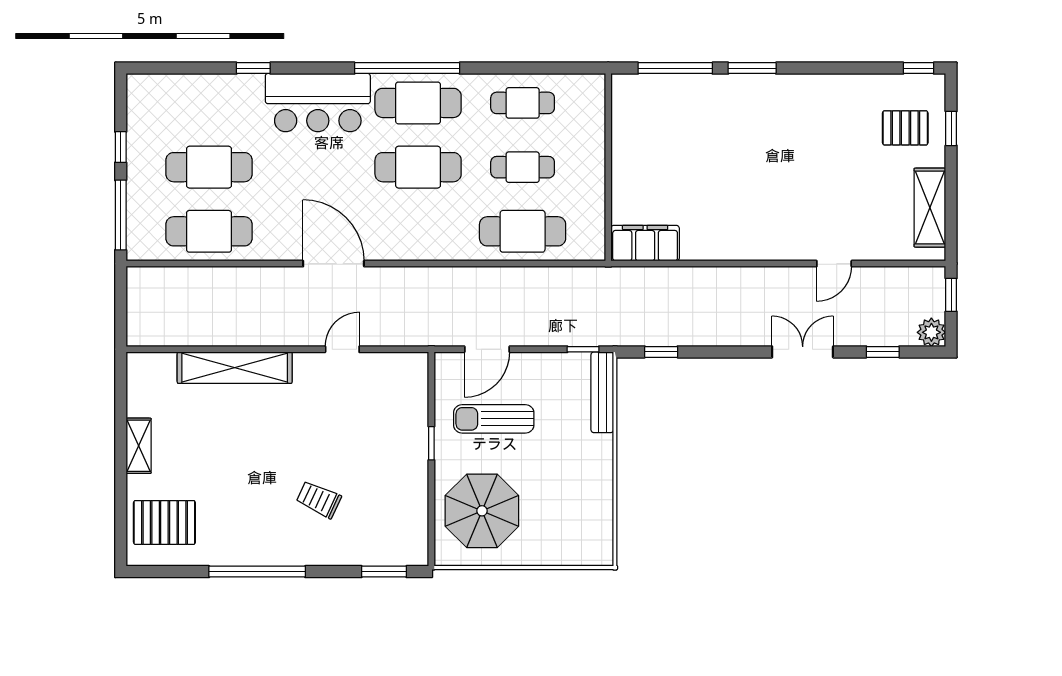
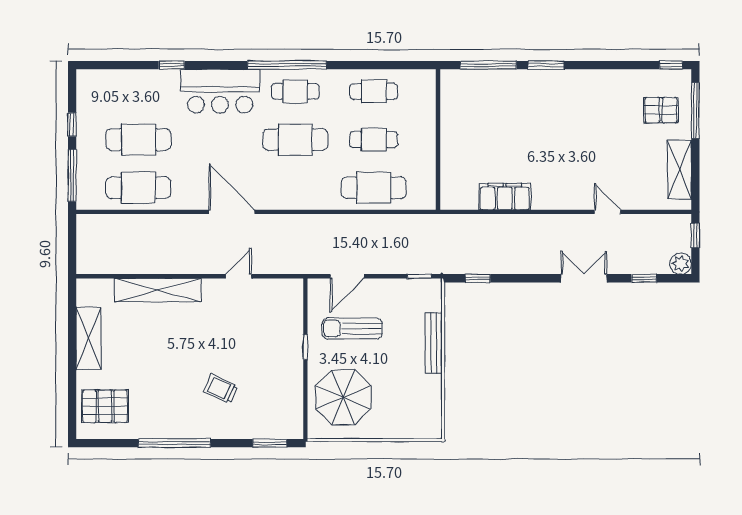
cafe table: (418, 103) -> (295, 91), width x0.73, depth x0.74
window: (951, 128) -> (695, 110), width x2.17
filing cabinet: (645, 243) -> (505, 197), moved
door: (834, 264) -> (608, 212), swing flipped
bench: (602, 392) -> (434, 343), moved
shelving: (139, 446) -> (89, 338), width x1.50, depth x1.33

